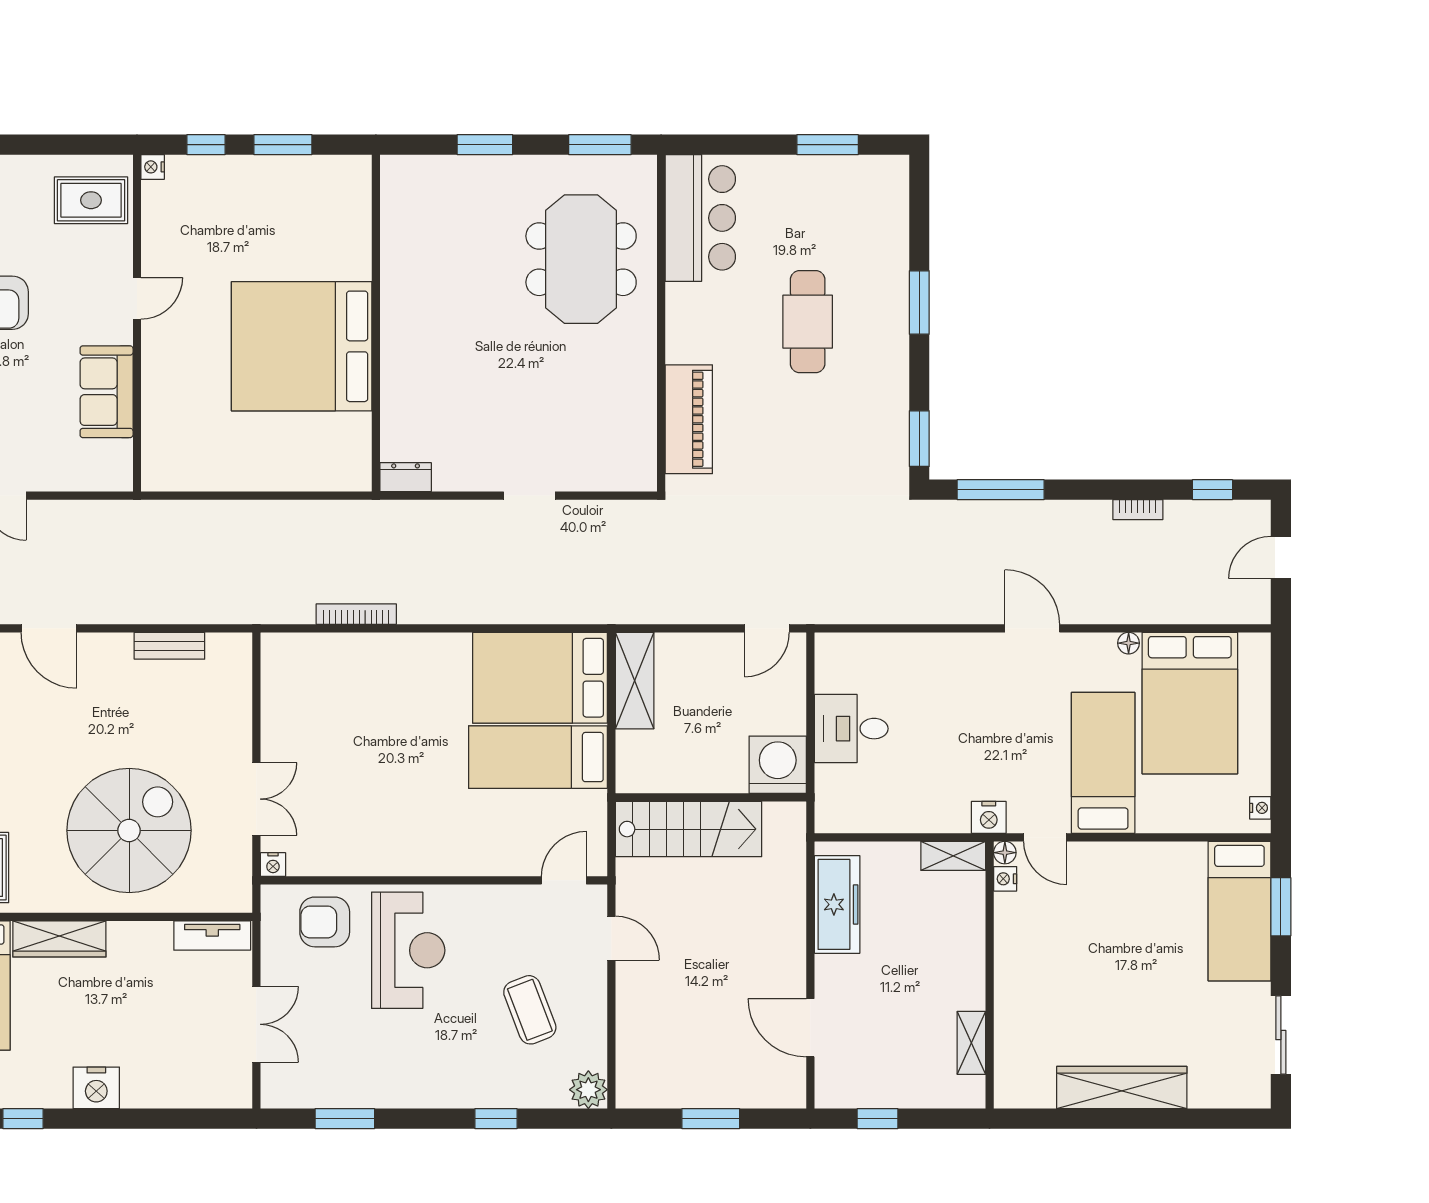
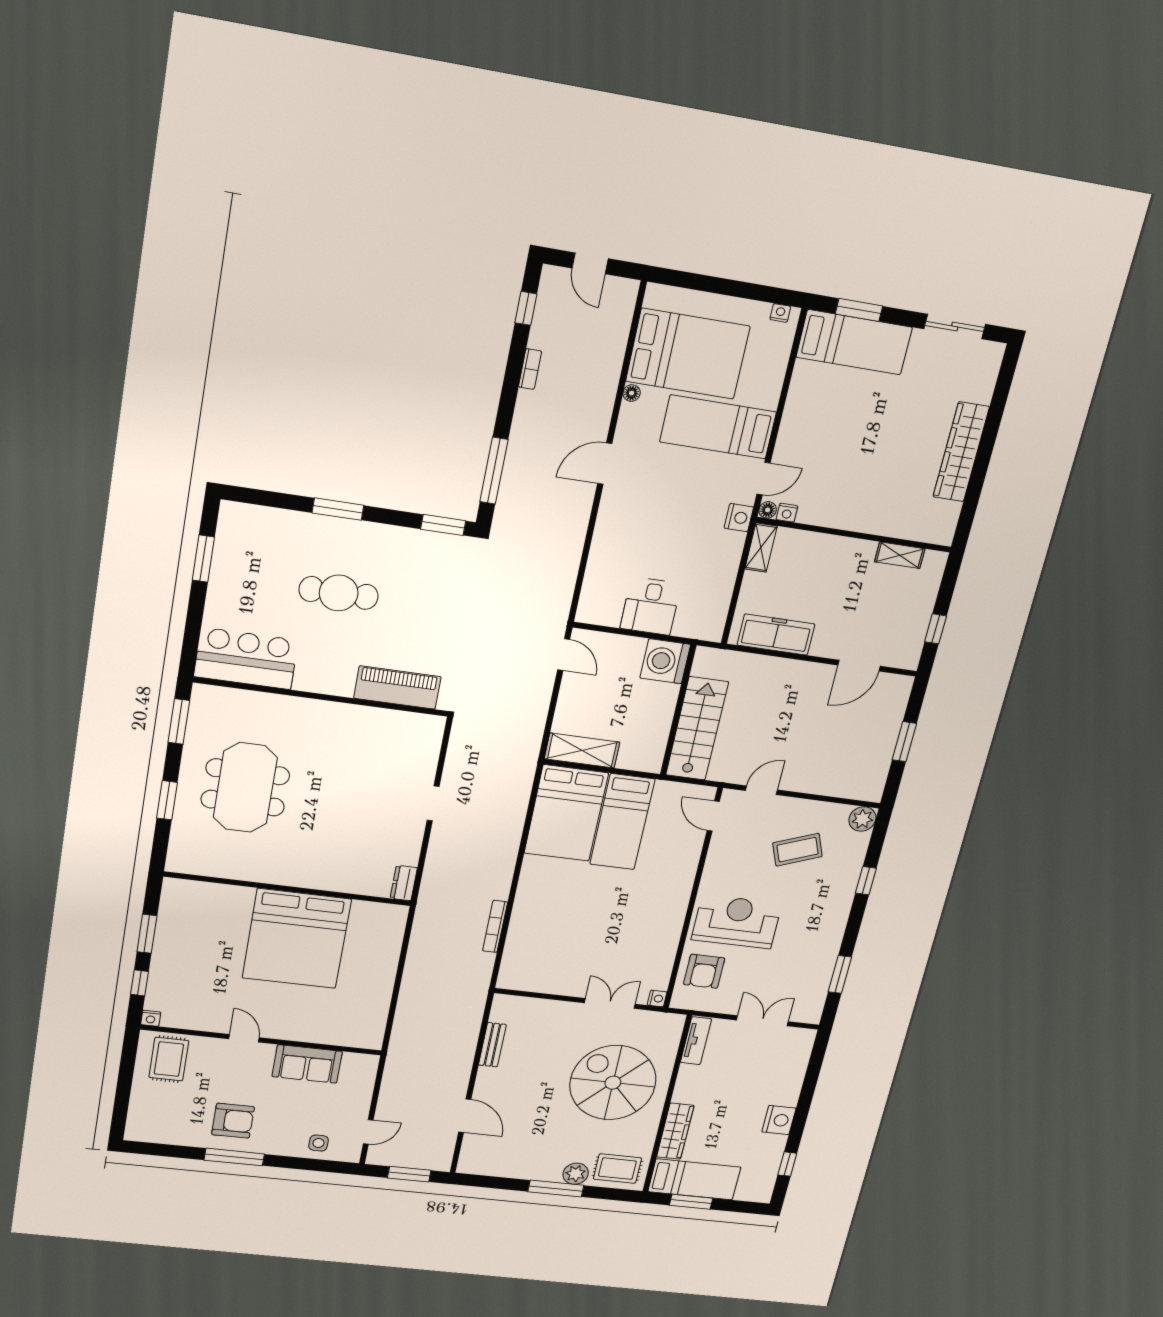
meeting table: (581, 259) -> (245, 787), moved, turned 90
door: (49, 628) -> (465, 1116), hinge flipped

